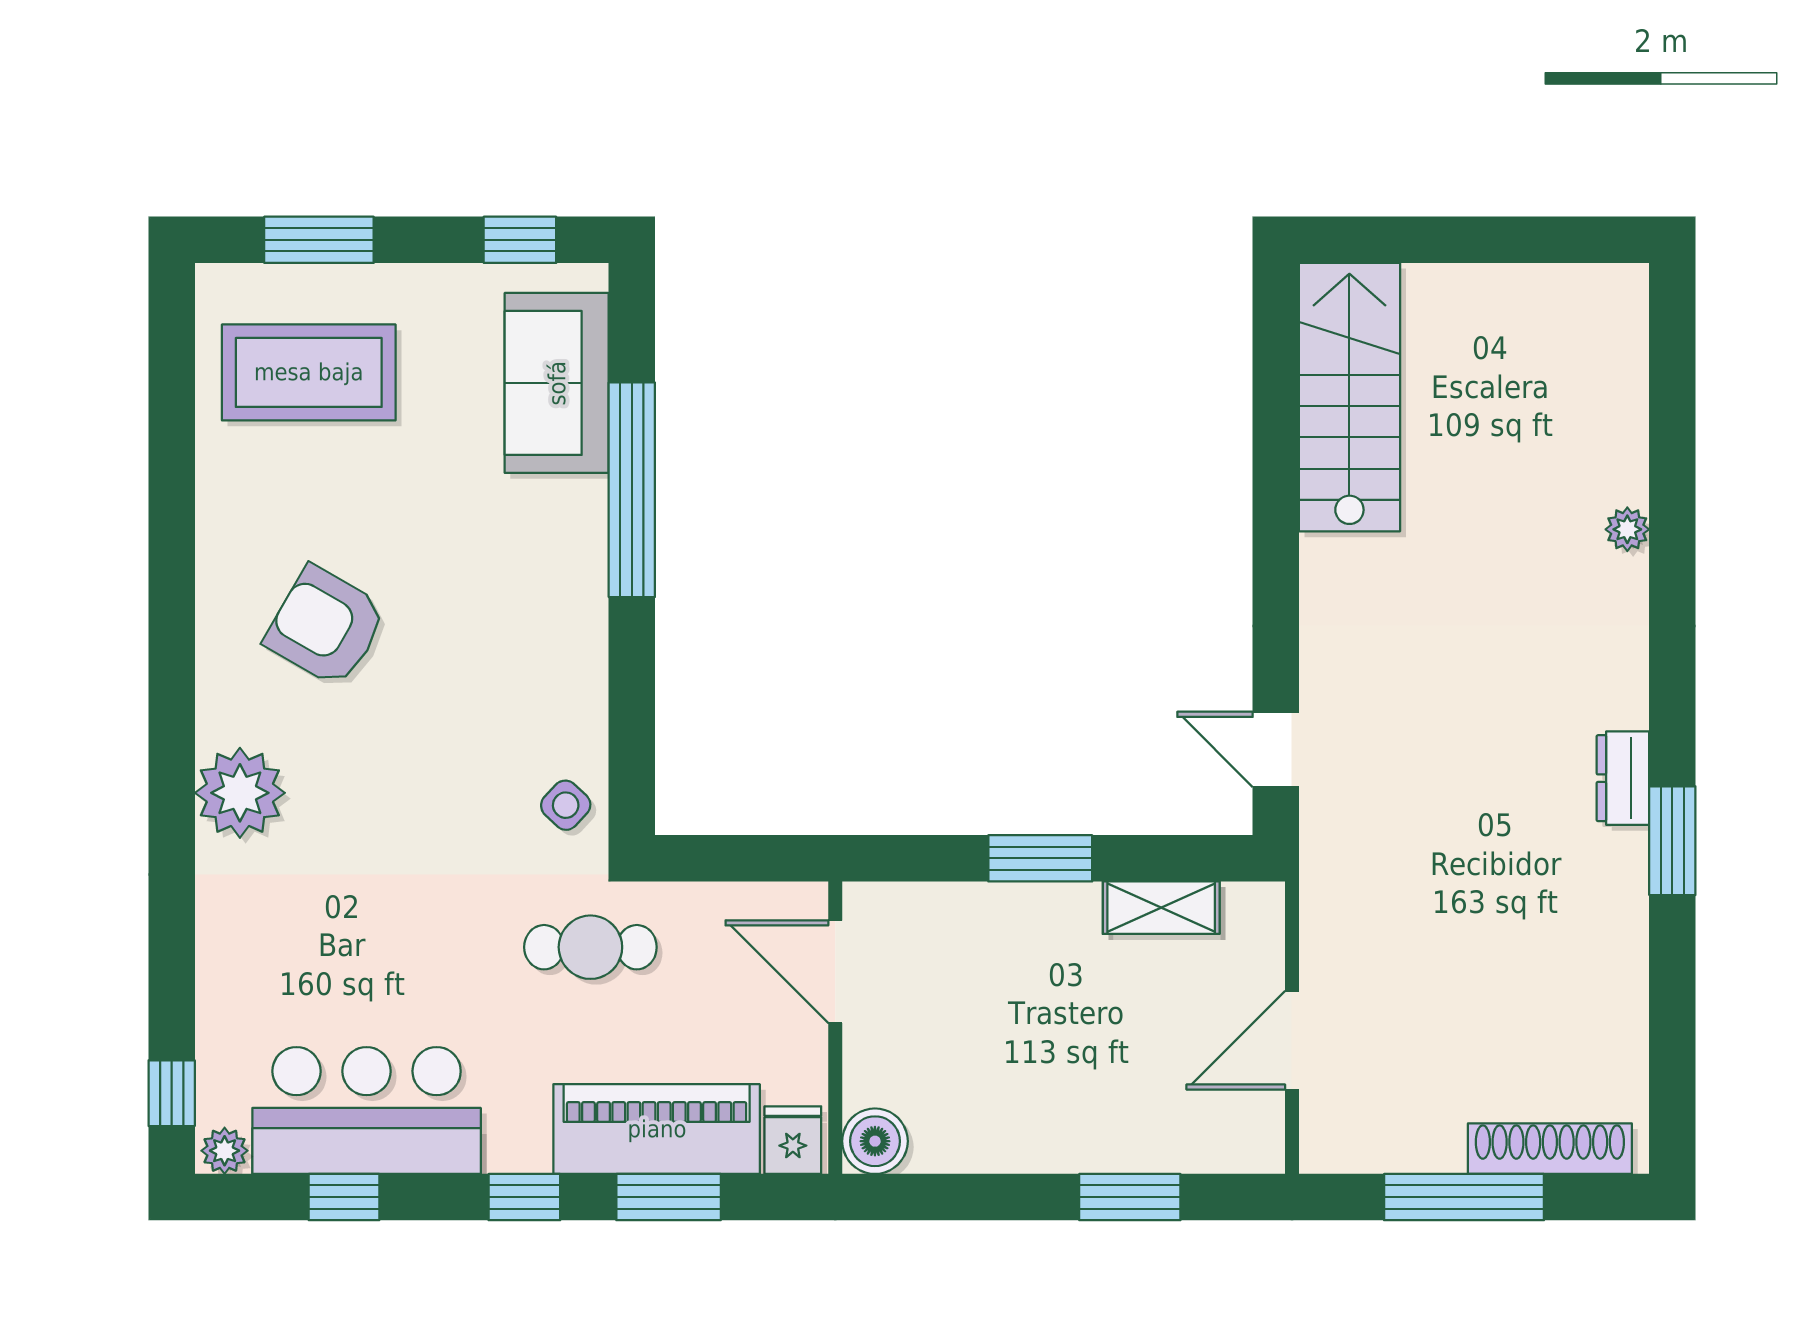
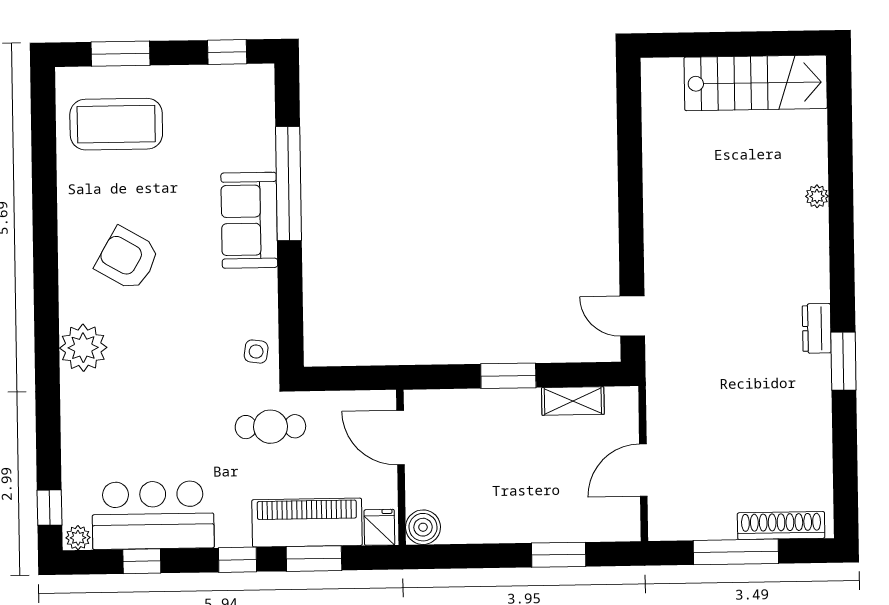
sofa: (557, 383) -> (249, 220), moved
stairs: (1349, 397) -> (756, 83), moved, turned 90
side table: (566, 805) -> (256, 352), turned -35

